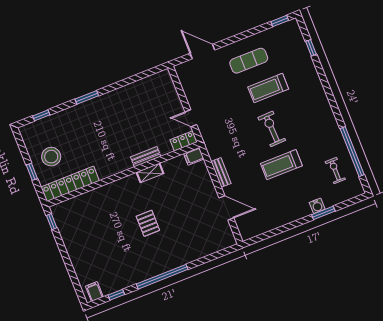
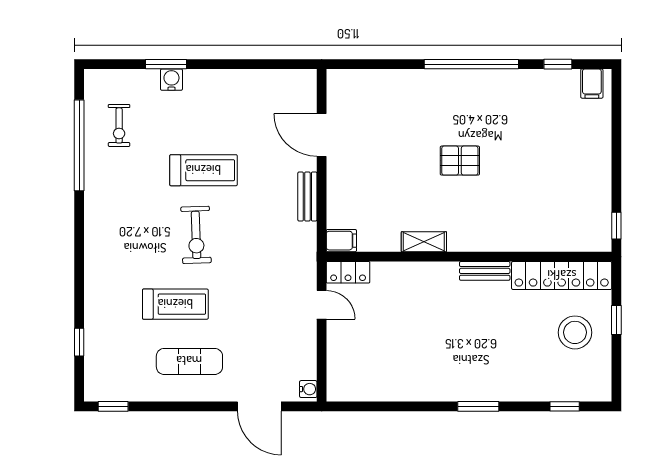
water cooler: (180, 71) -> (308, 389), added
bench: (146, 157) -> (485, 271), moved
pallet: (148, 223) -> (460, 161), turned 90

